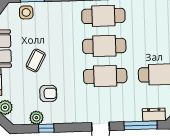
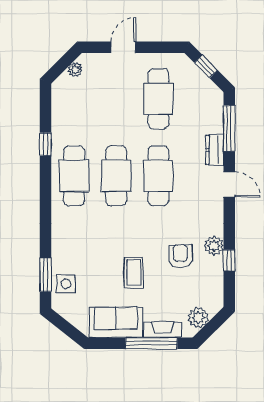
coffee table: (36, 60) -> (134, 273), turned 62
dresser: (154, 115) -> (215, 150), moved
plant: (36, 118) -> (214, 246), moved

